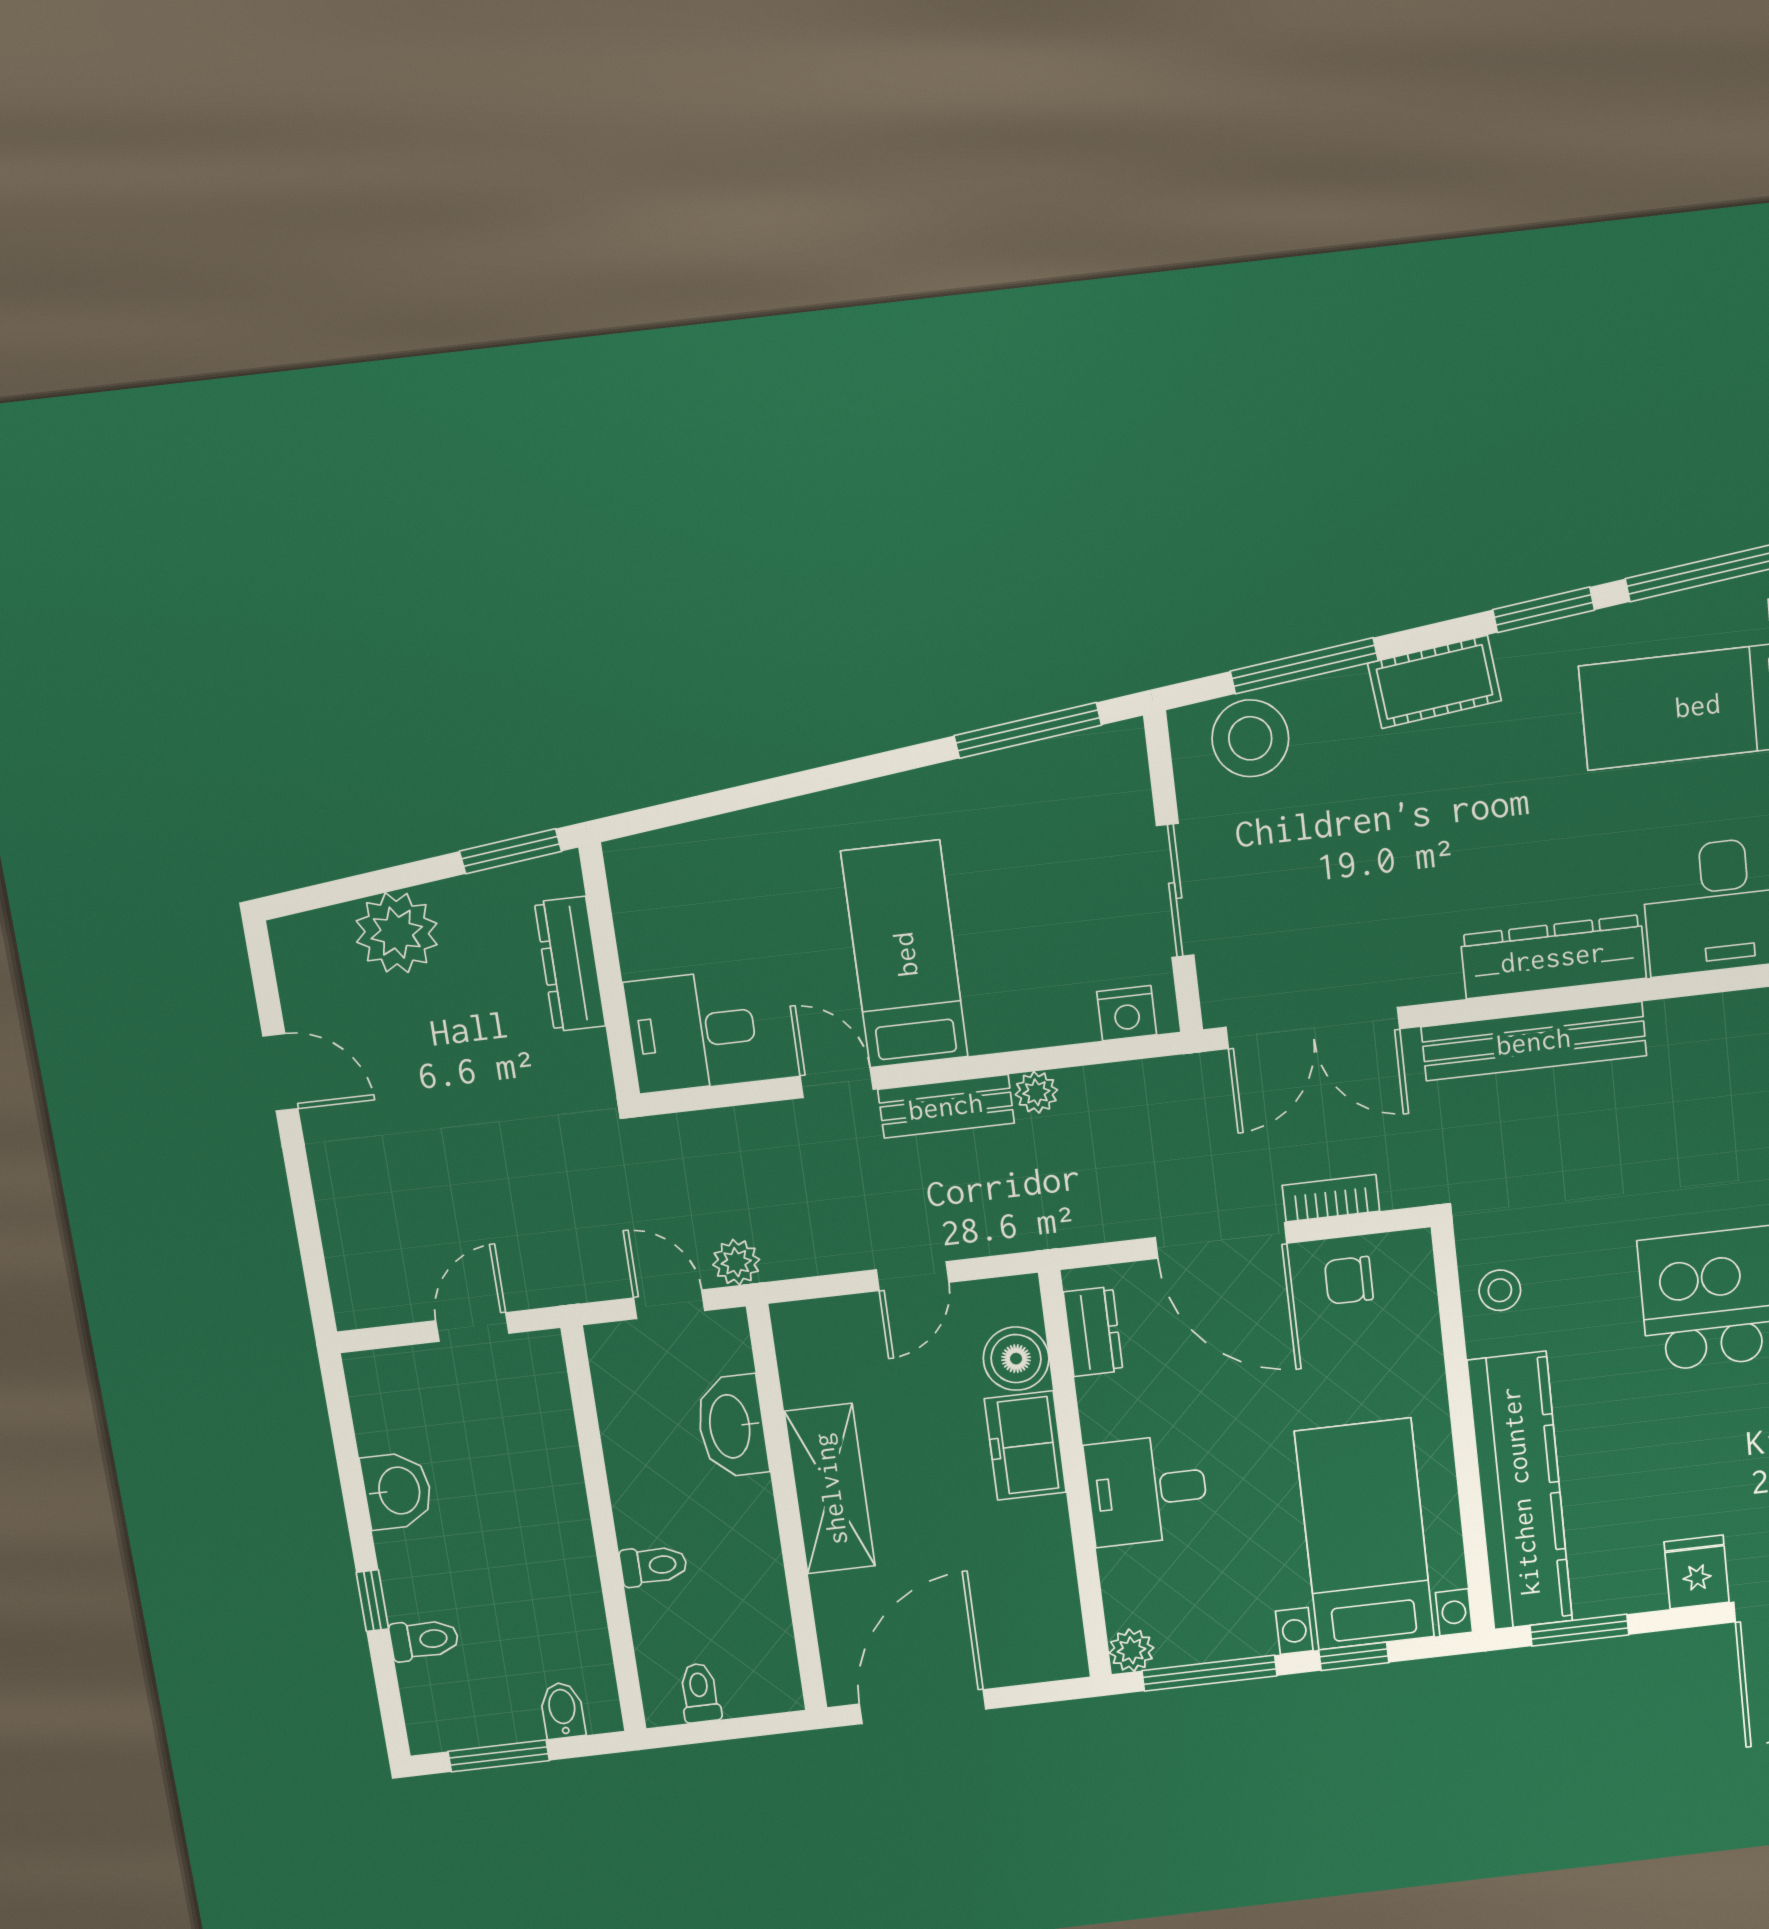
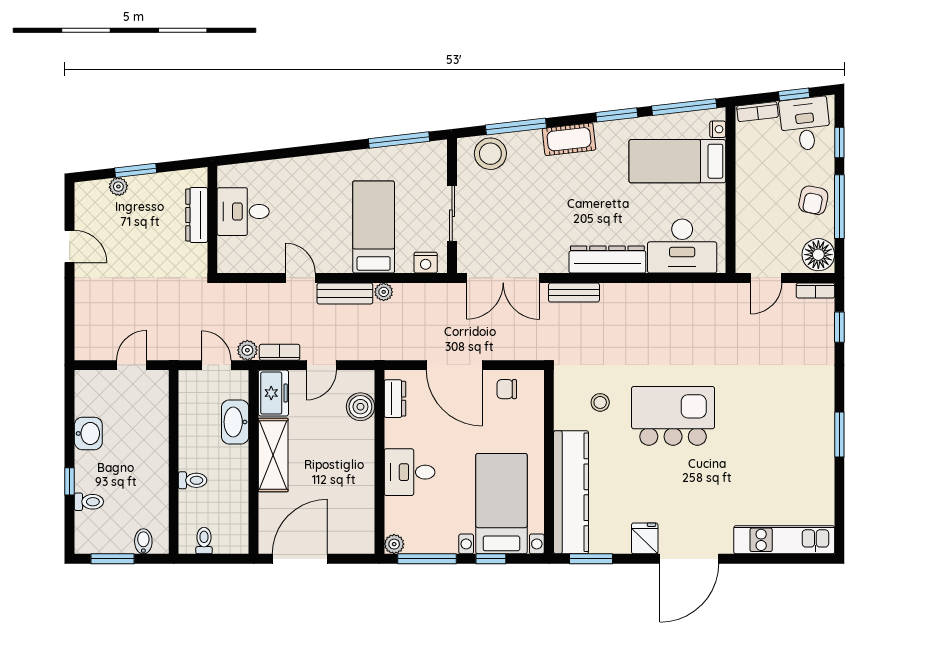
window: (510, 851) -> (136, 170), moved
plant: (397, 933) -> (118, 187), width x0.53, depth x0.53
bed: (905, 954) -> (374, 227), moved
desk: (692, 1031) -> (243, 212), moved
bench: (1534, 1041) -> (574, 293), width x0.54, depth x0.82
bookcase: (1331, 1198) -> (280, 352), moved
stool: (1500, 1290) -> (600, 402), moved
freezer: (1025, 1445) -> (273, 393), moved, turned 180

